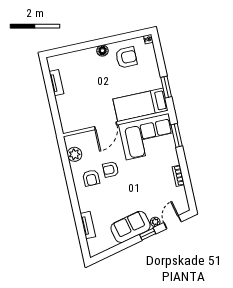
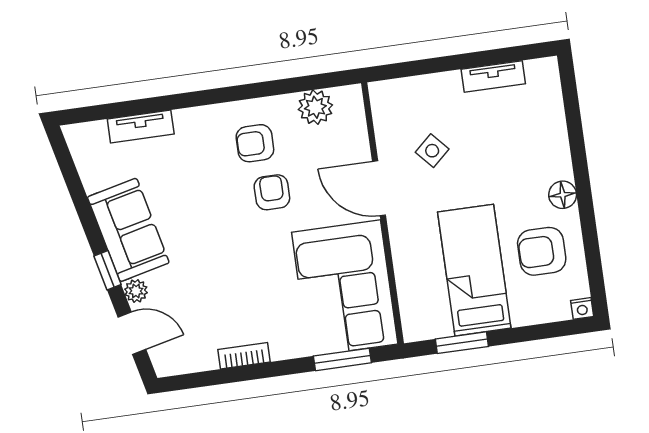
armchair: (126, 57) -> (542, 251), turned 90
side table: (89, 105) -> (432, 151), added
bed: (141, 105) -> (474, 270), moved

